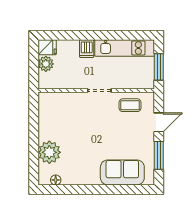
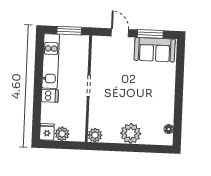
plant: (46, 100) -> (95, 135), added
coffee table: (130, 105) -> (103, 58), removed
plant: (49, 152) -> (131, 133), moved
sofa: (122, 172) -> (155, 50), moved, turned -90

